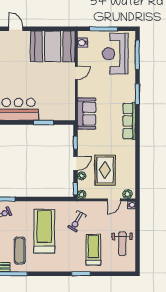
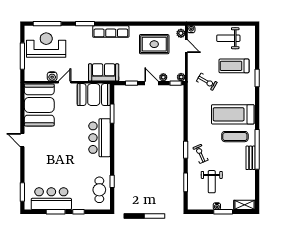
door: (16, 29) -> (22, 140), hinge flipped
water cooler: (82, 43) -> (52, 76), moved
reception desk: (115, 54) -> (46, 45), turned 180
door: (76, 73) -> (65, 82), hinge flipped
booth: (64, 103) -> (94, 95), added
rug: (105, 170) -> (154, 44), moved
treadmill: (44, 231) -> (233, 114), moved
weight bench: (122, 244) -> (228, 38), turned 180

